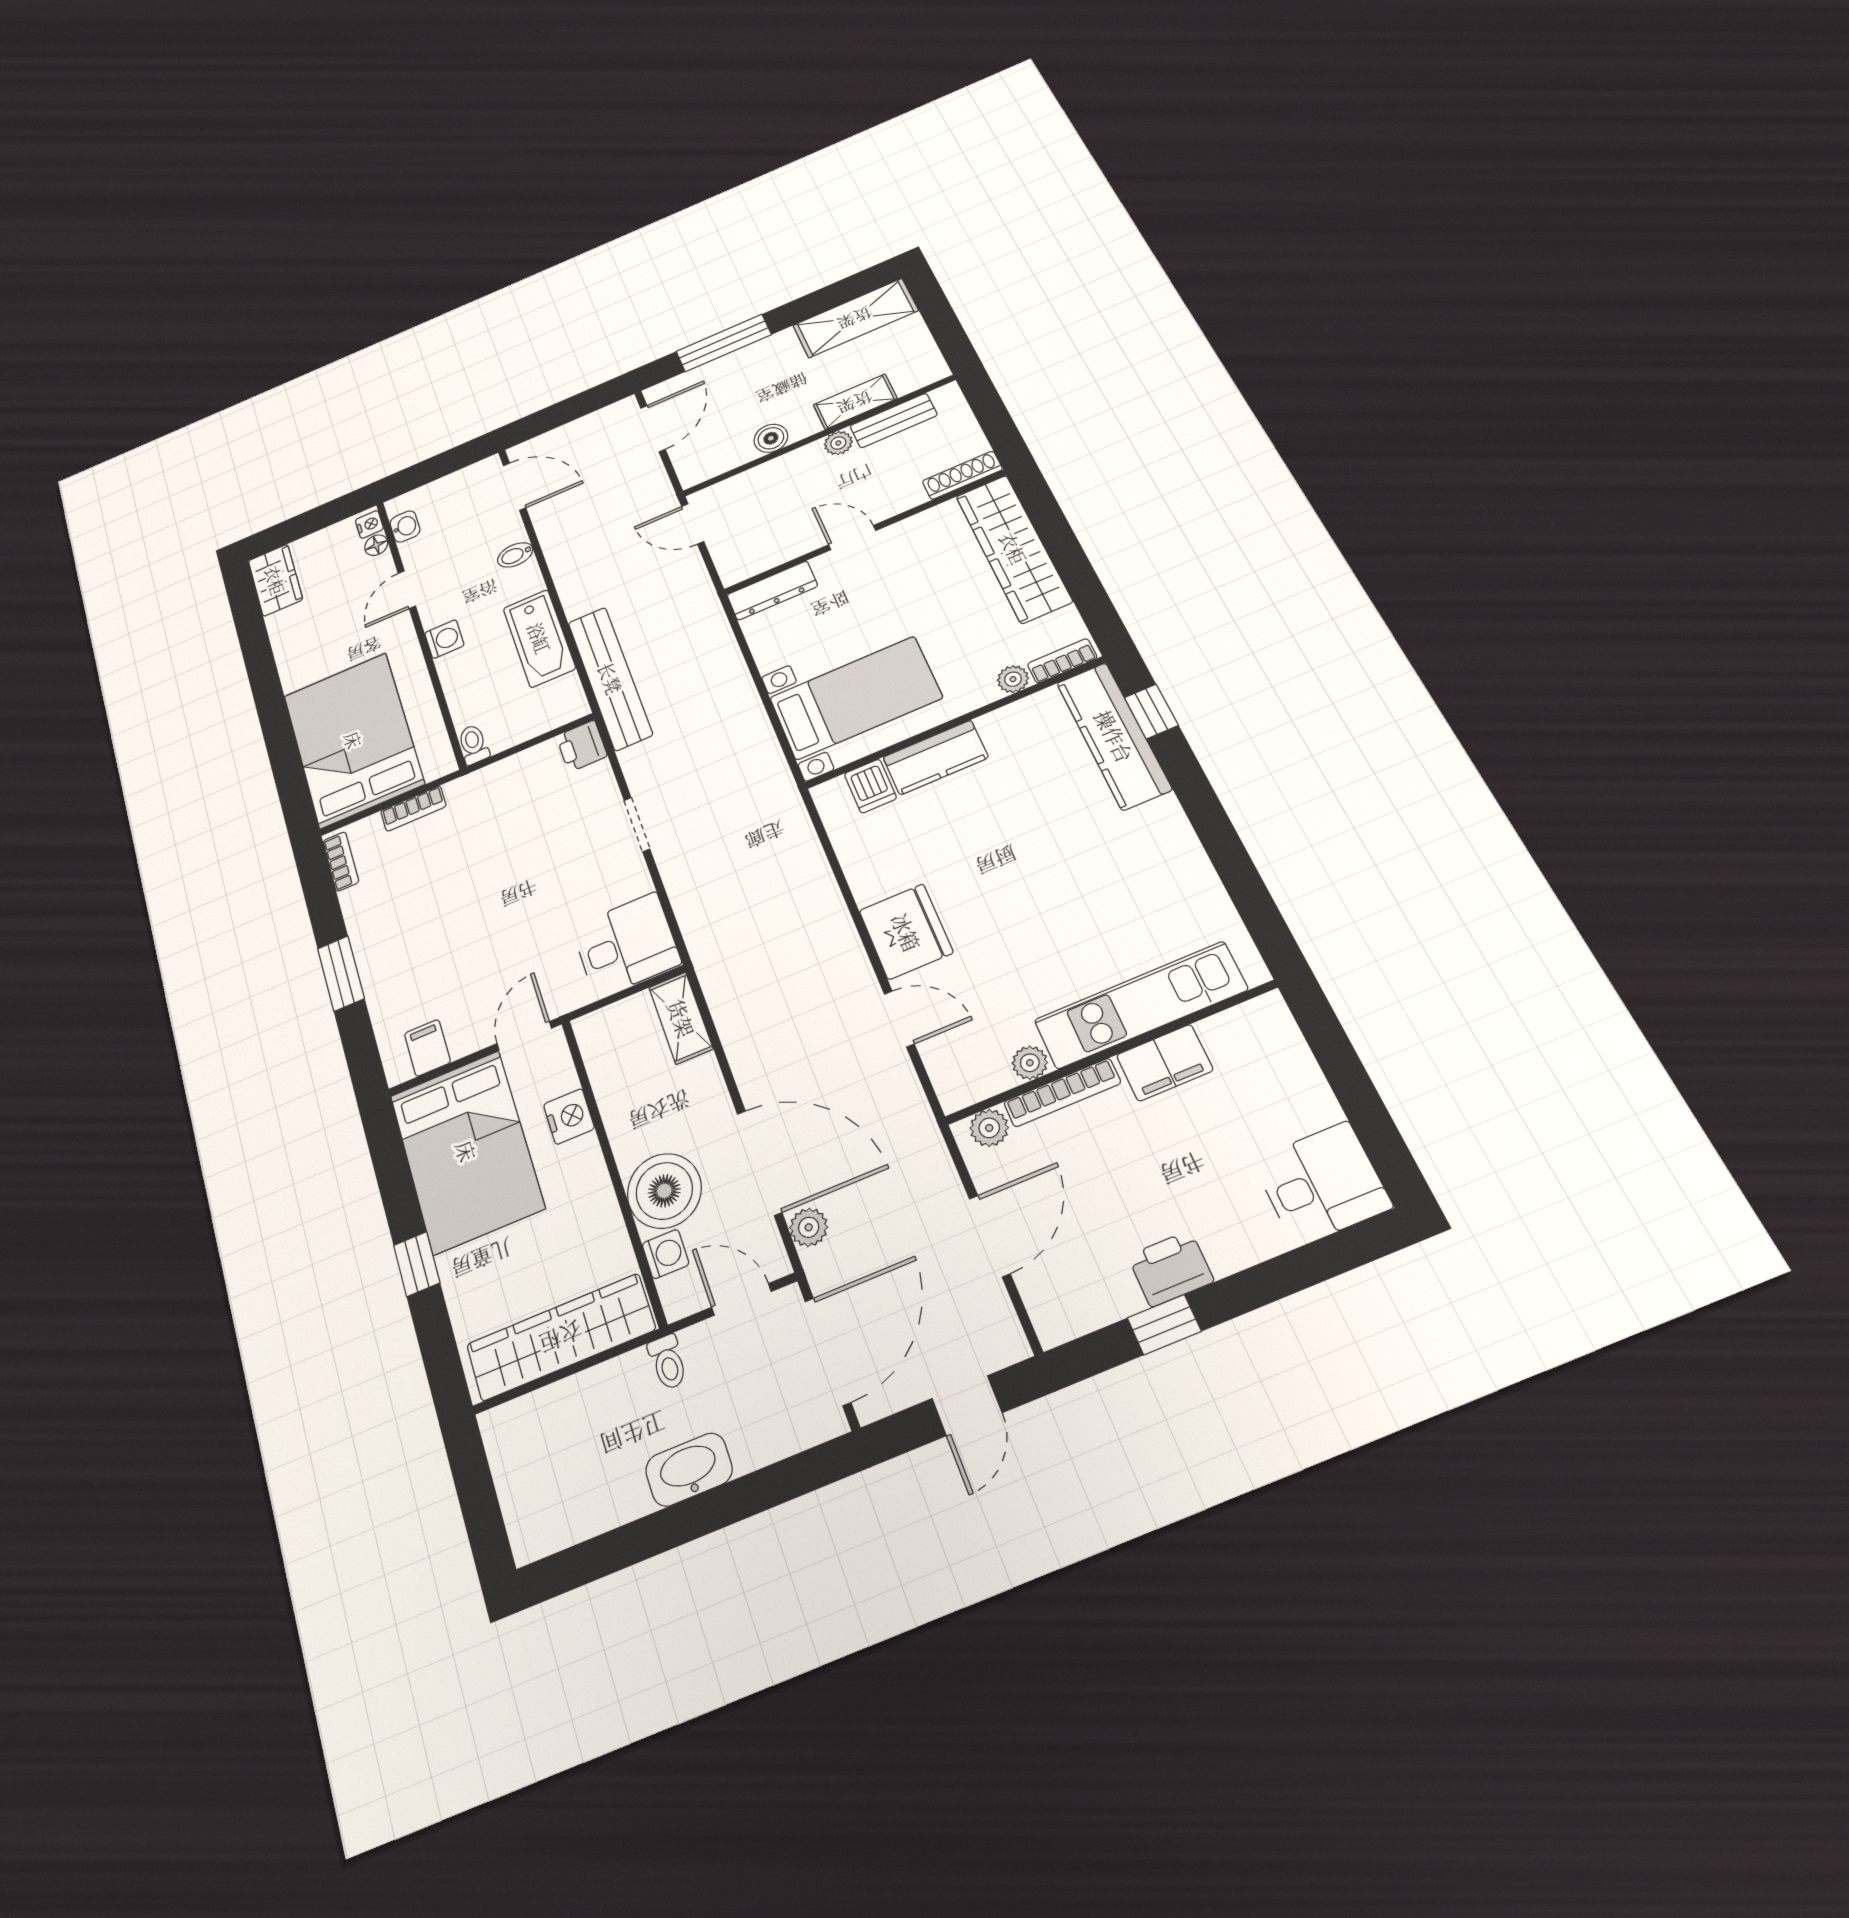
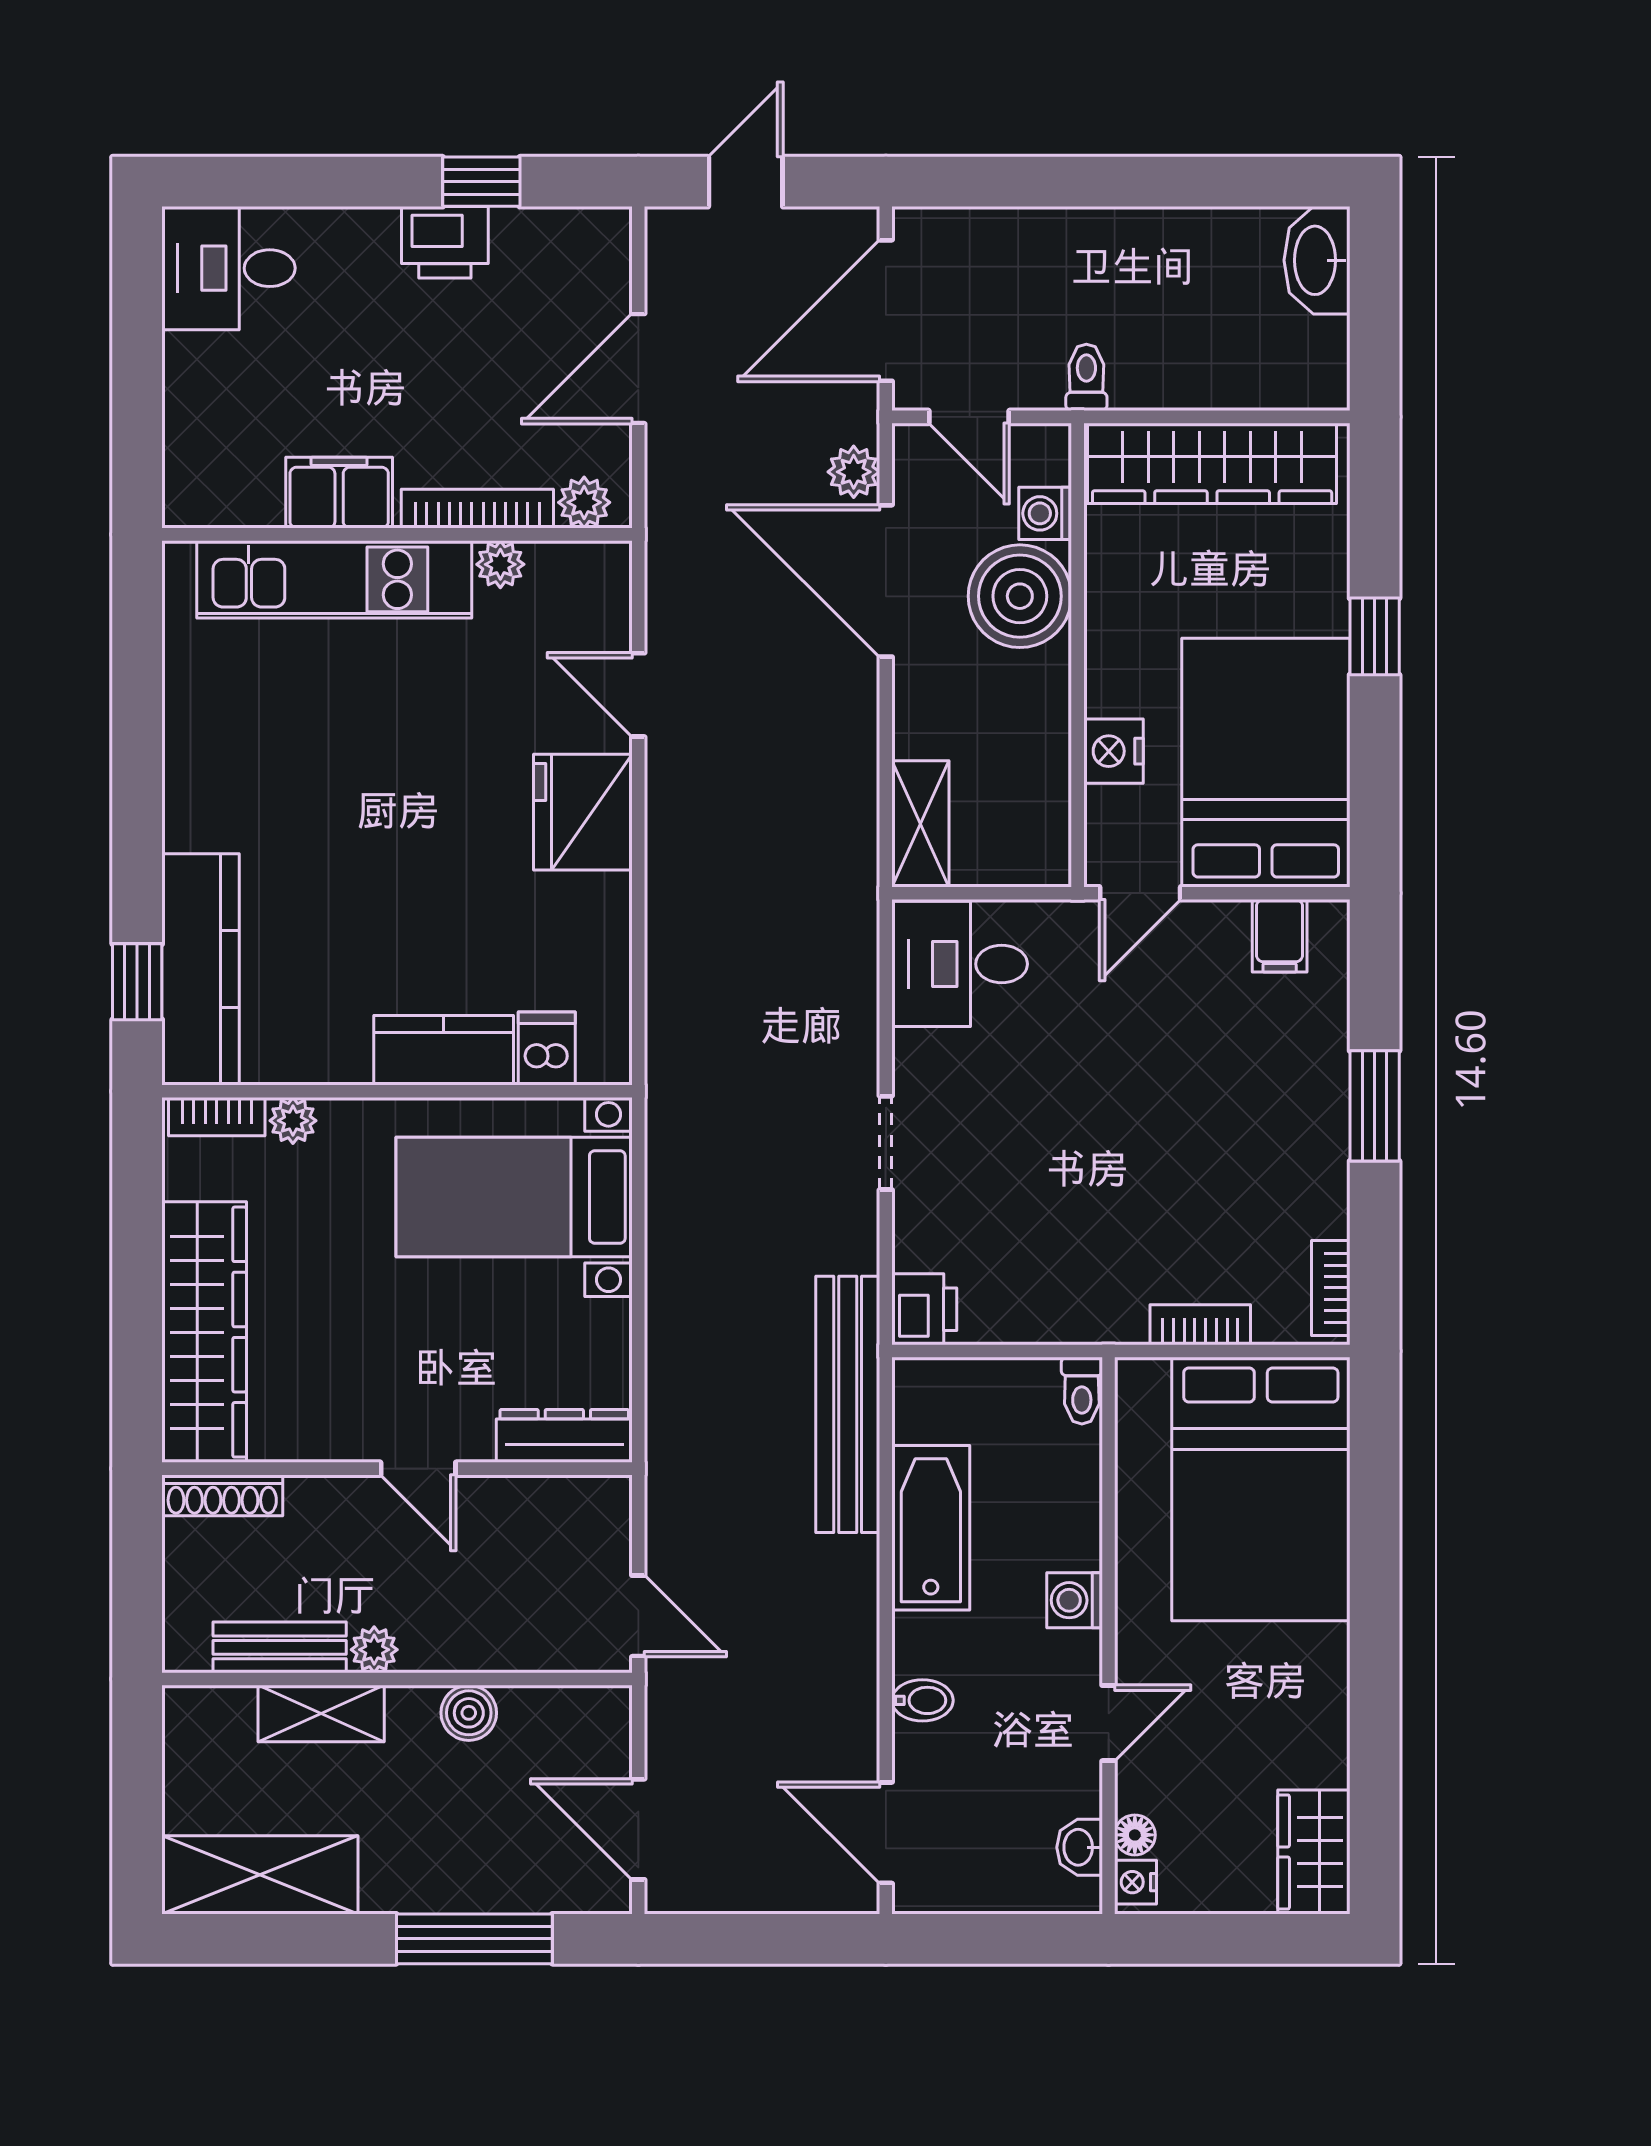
door: (653, 429) -> (638, 1829), hinge flipped
washbasin: (689, 1470) -> (1317, 260), moved, turned 90

